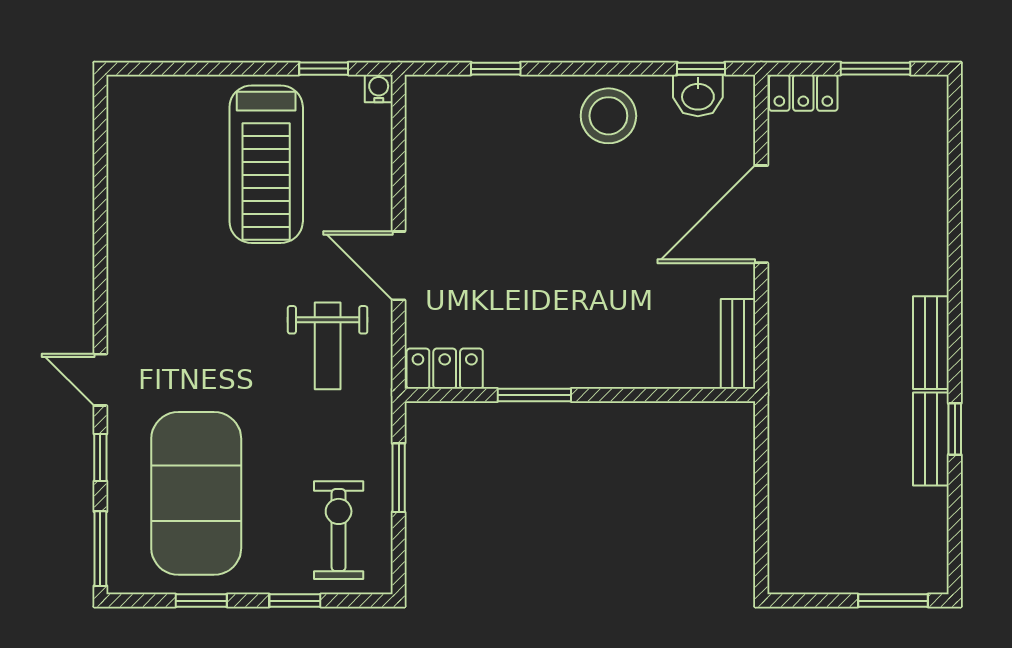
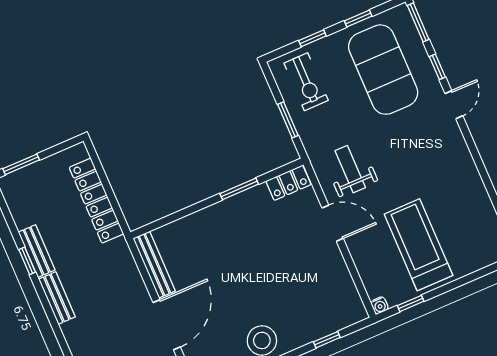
bench: (738, 344) -> (154, 265), width x1.36
door: (100, 380) -> (454, 105), hinge flipped
locker: (790, 481) -> (96, 201), added

